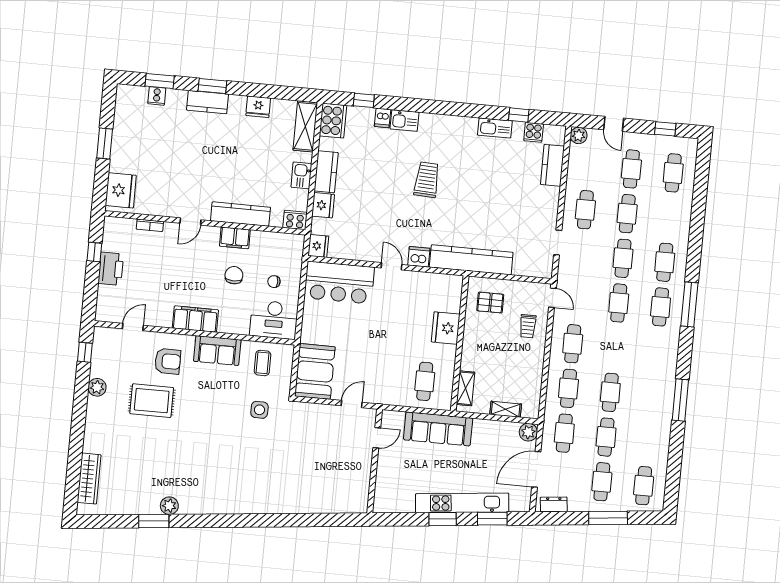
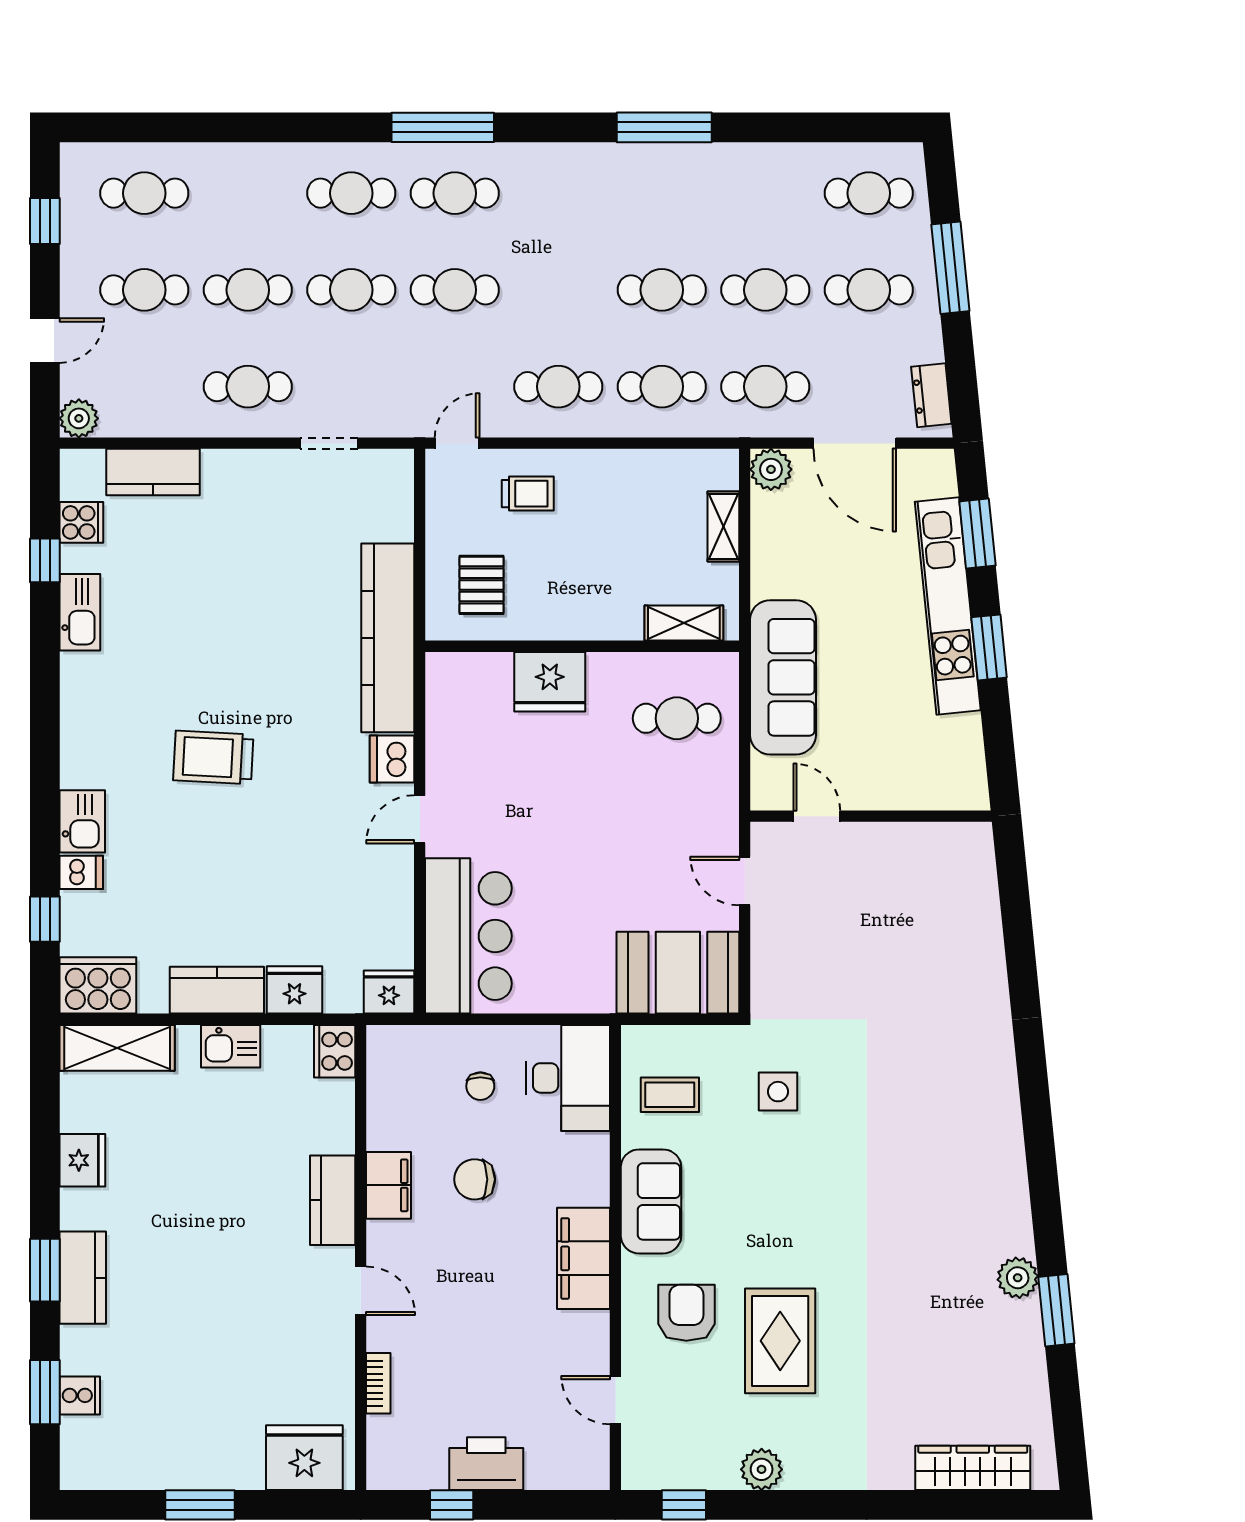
kitchen counter: (240, 214) -> (333, 1200), width x0.67

